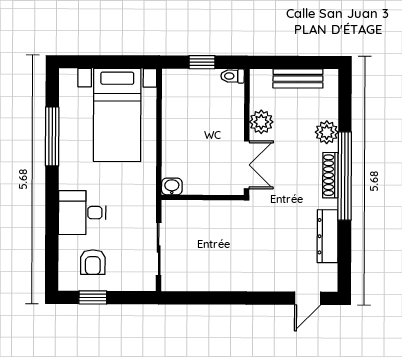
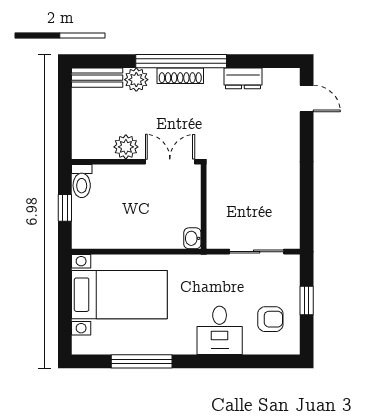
toilet: (233, 76) -> (82, 181), width x1.37, depth x1.39
bench: (298, 79) -> (97, 78), moved, turned 90
dresser: (328, 236) -> (243, 78), width x0.70
window: (93, 297) -> (307, 301), moved

